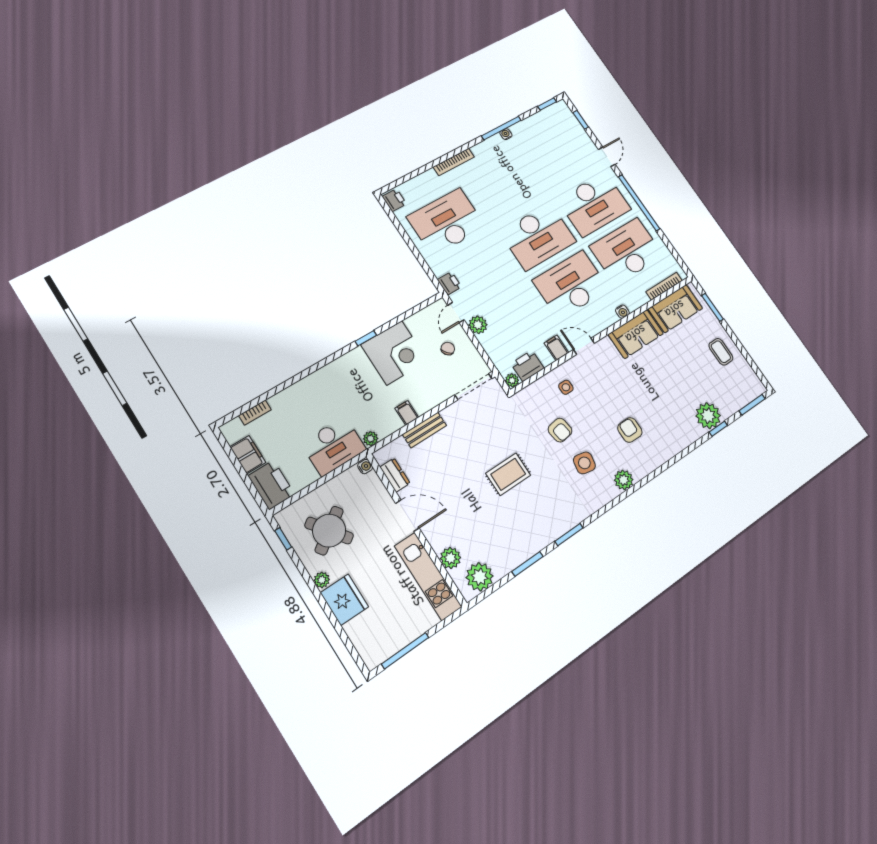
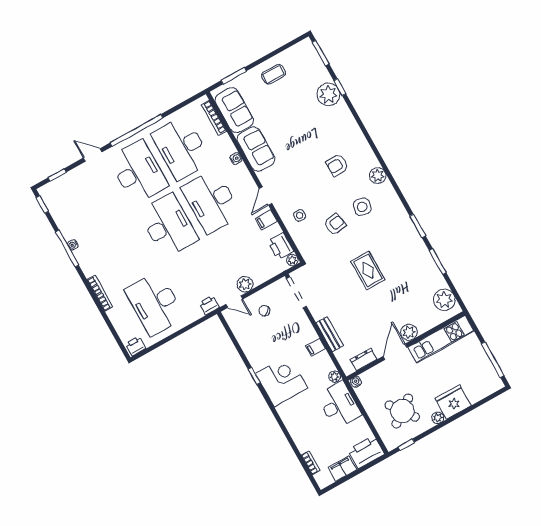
corner desk: (394, 353) -> (282, 381), moved
plant: (450, 558) -> (409, 332), moved

